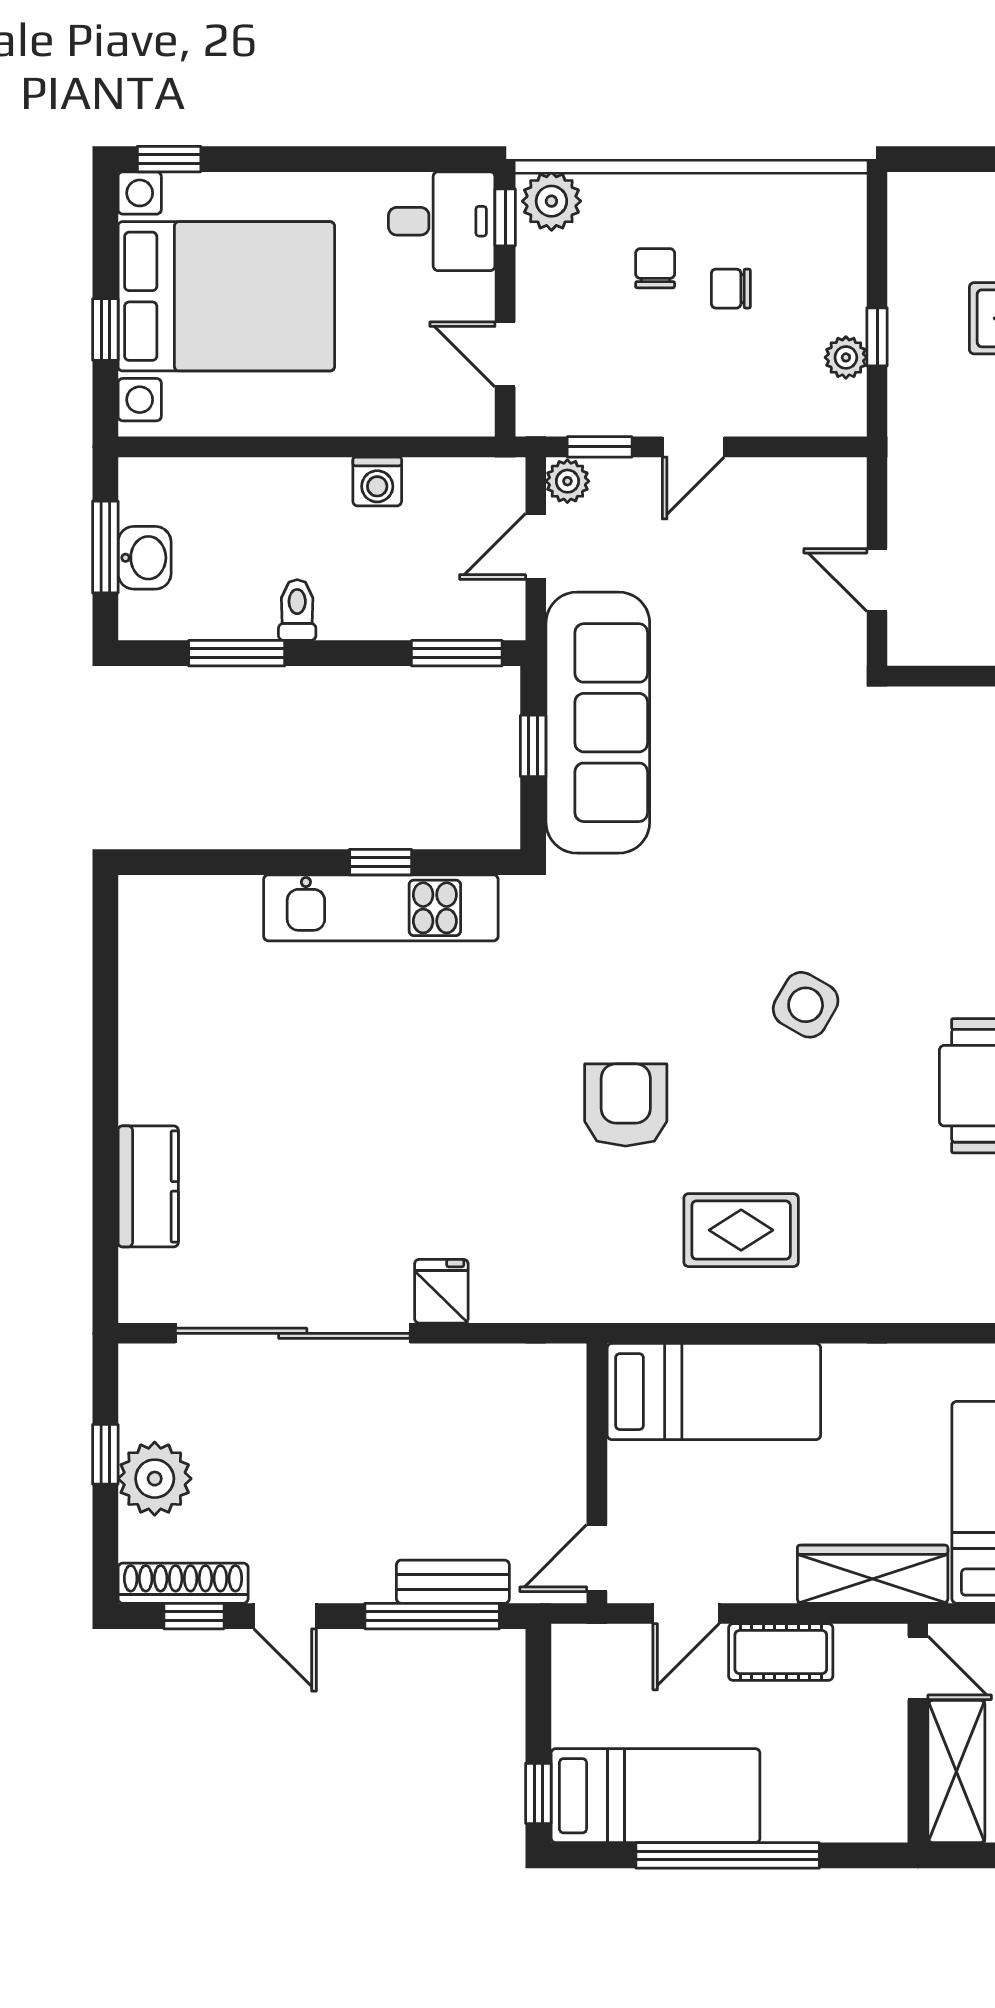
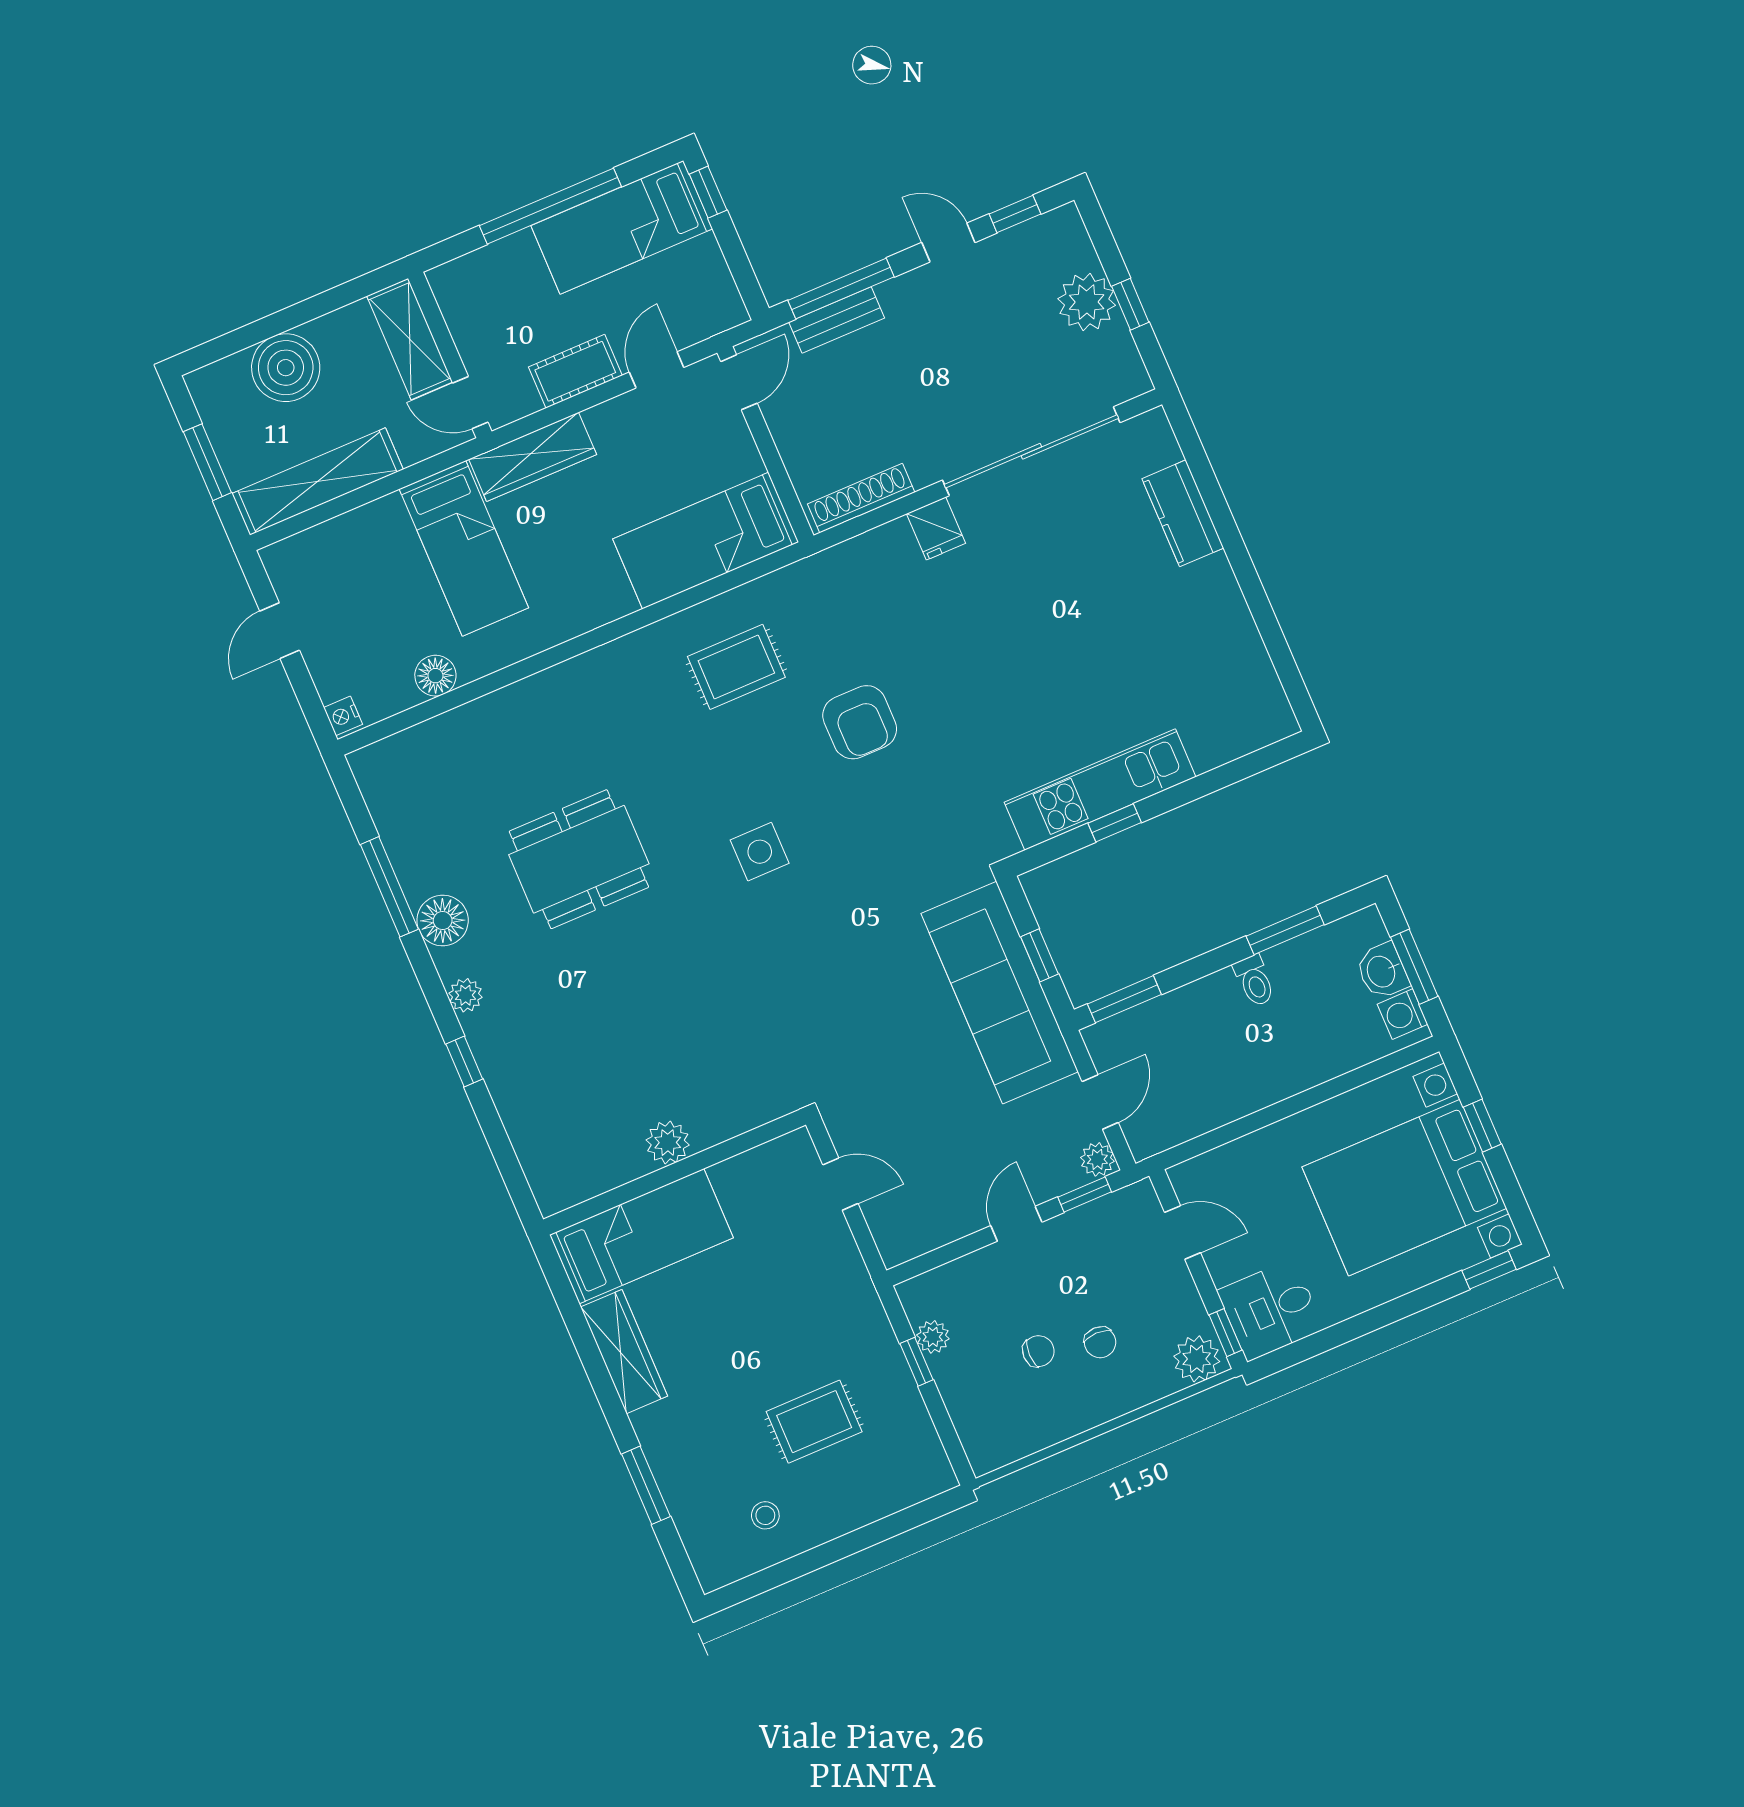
washing machine: (377, 481) -> (1402, 1014), moved, turned -90
side table: (806, 1005) -> (760, 852), turned -30
shoe rack: (183, 1583) -> (861, 498), moved, turned 180

